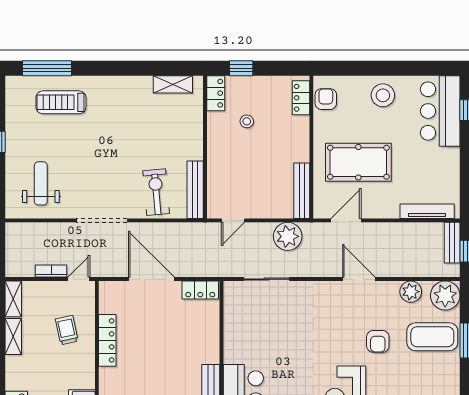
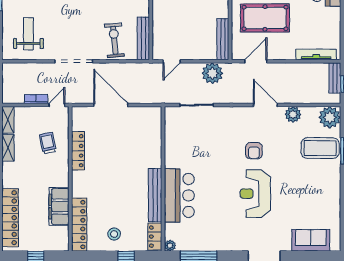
locker: (200, 290) -> (147, 113), removed
plant: (411, 292) -> (293, 114), moved
armchair: (378, 341) -> (254, 151), moved

